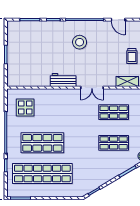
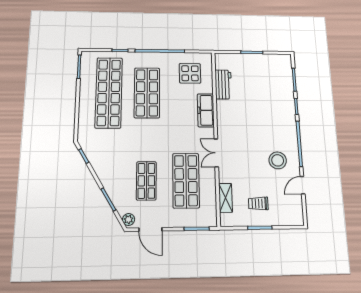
stool: (80, 42) -> (278, 160), moved
workbench: (63, 80) -> (223, 84), moved
freezer: (57, 95) -> (206, 110), added
shop shelf: (114, 112) -> (186, 180), width x1.43, depth x1.36

